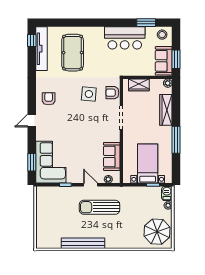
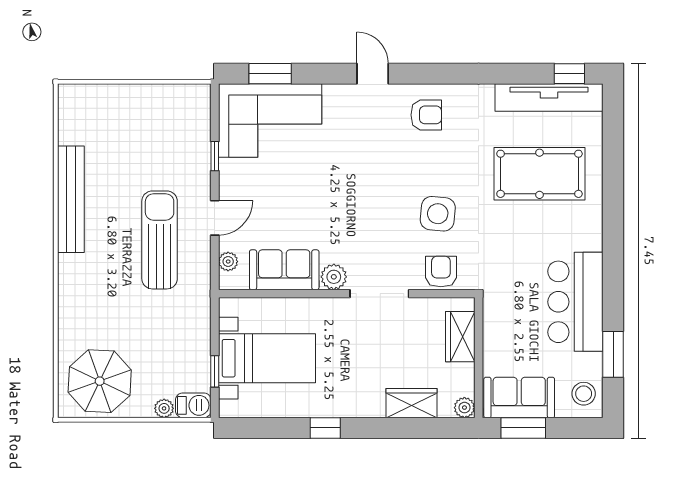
wardrobe: (166, 110) -> (411, 403), width x0.67
plant: (115, 136) -> (334, 277), added
window: (176, 140) -> (325, 428), width x0.46

